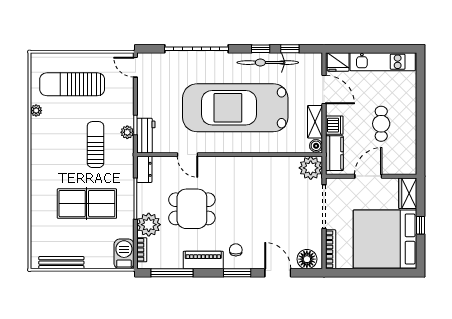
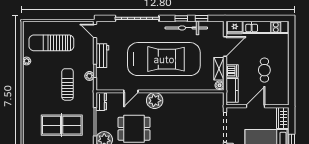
door: (324, 90) -> (225, 47), hinge flipped
car: (235, 108) -> (164, 59), turned 180
workbench: (146, 136) -> (102, 56), moved
door: (187, 155) -> (131, 91), hinge flipped
plant: (311, 168) -> (155, 101), moved

